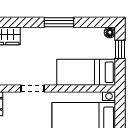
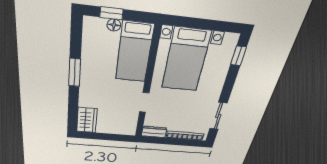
floor lamp: (110, 32) -> (114, 25), moved

